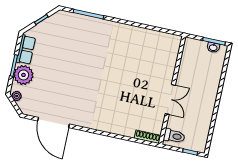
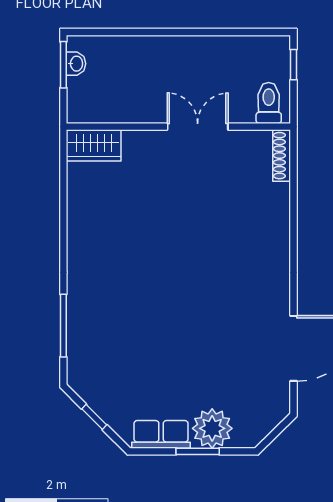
wardrobe: (172, 47) -> (94, 145), added
plant: (17, 96) -> (257, 433), removed

